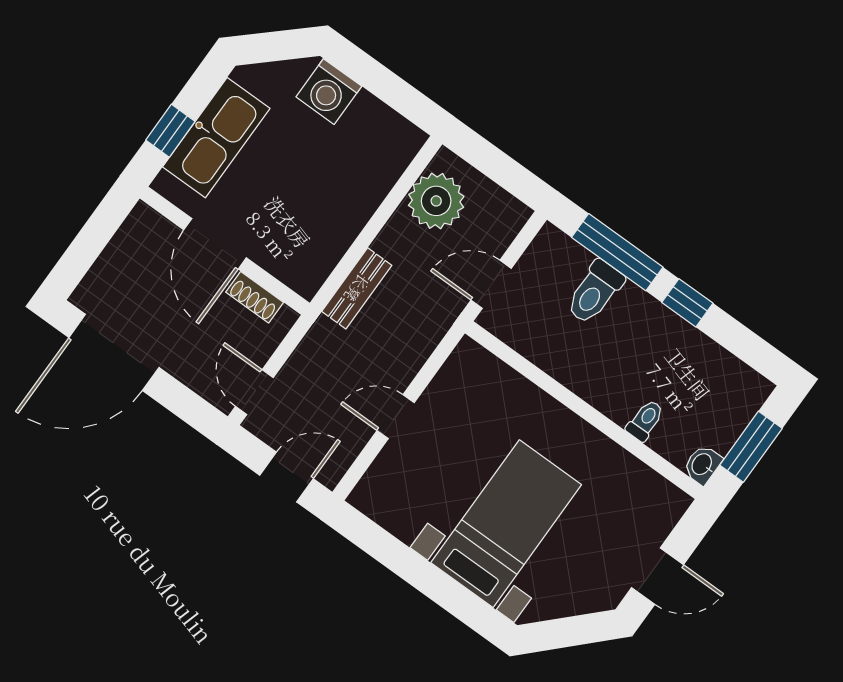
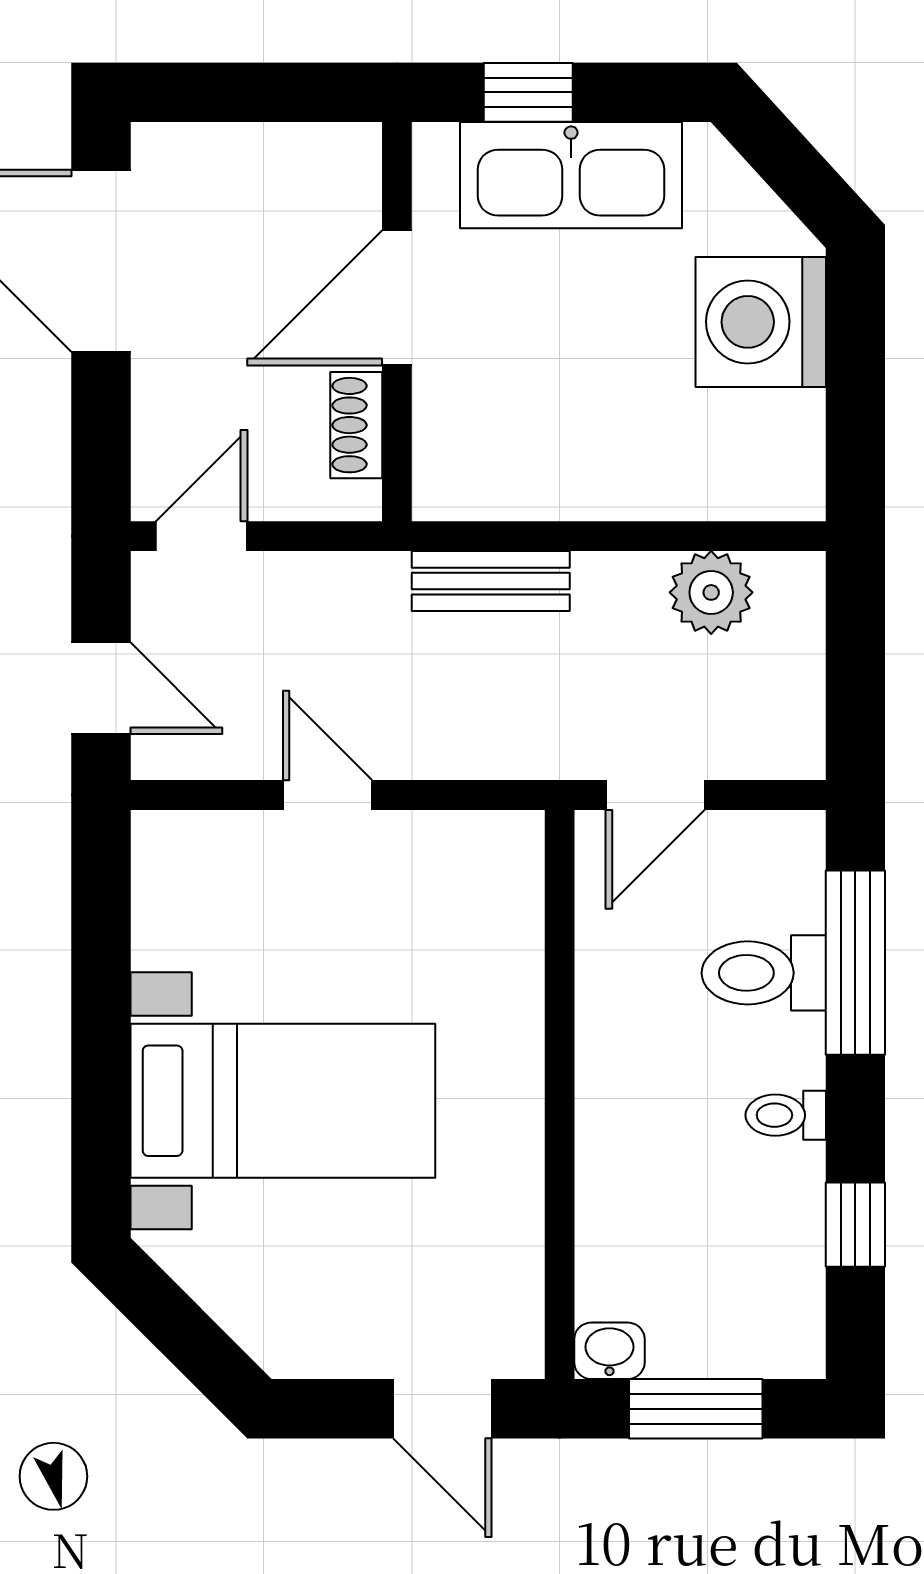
washing machine: (329, 92) -> (761, 322), width x1.37, depth x1.37
plant: (436, 201) -> (711, 592), width x0.73, depth x0.73
door: (491, 284) -> (655, 795), swing flipped
window: (687, 303) -> (855, 1225), moved
toilet: (645, 420) -> (786, 1115), moved, turned 180
door: (658, 576) -> (442, 1409), moved

